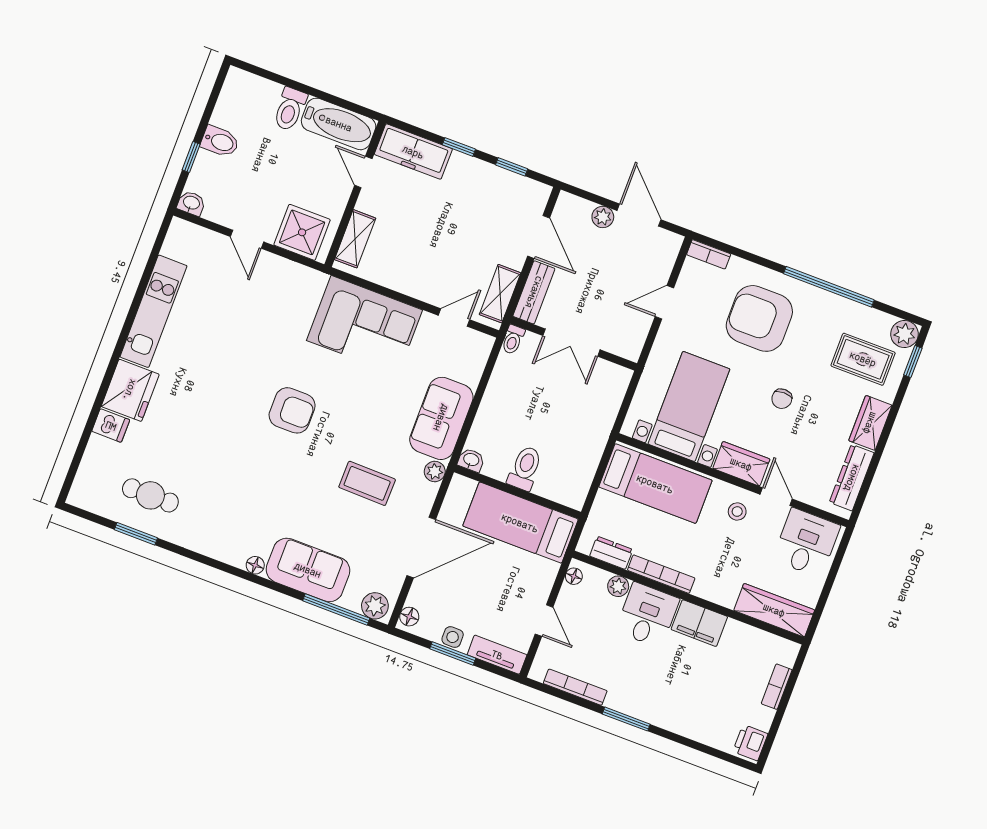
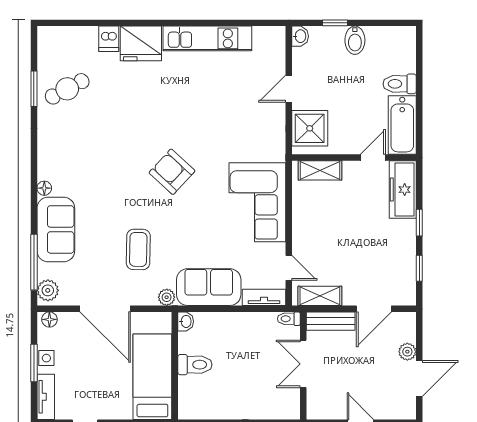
tv unit: (477, 359) -> (264, 297), added
armchair: (292, 410) -> (172, 172), turned 133
cafe table: (150, 495) -> (67, 89), turned 62

